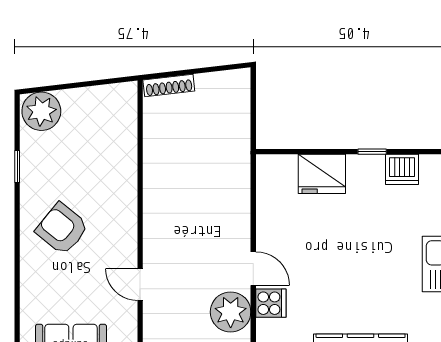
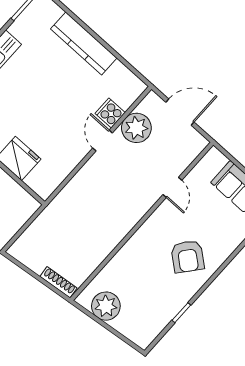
plant: (41, 111) -> (106, 306), moved

